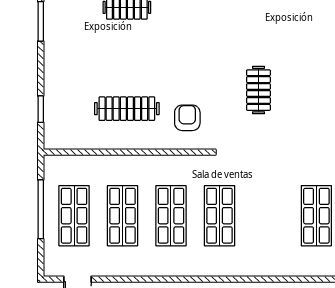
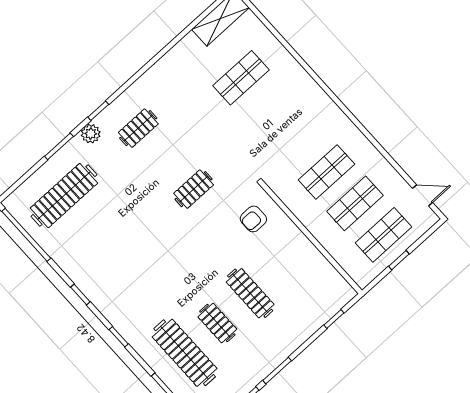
clothes rail: (127, 109) -> (250, 293), moved
window: (41, 209) -> (399, 260), width x0.46
shop shelf: (219, 216) -> (298, 141), removed

